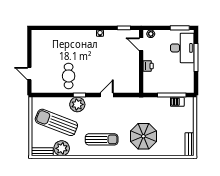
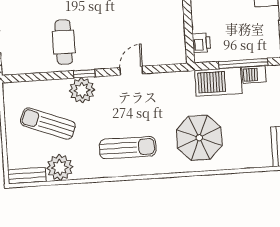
printer: (148, 66) -> (201, 43), moved
barbecue: (157, 105) -> (218, 82), added
sun lounger: (56, 122) -> (48, 124), width x0.73, depth x0.75

